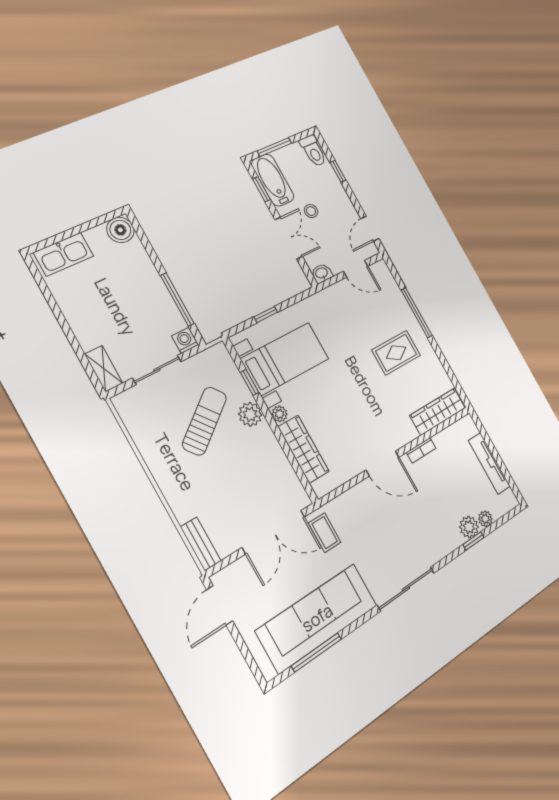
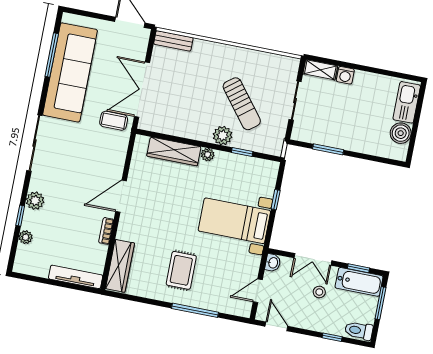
boiler: (120, 230) -> (401, 133), moved
window: (177, 300) -> (328, 149), width x0.69
washing machine: (185, 340) -> (345, 75), moved, turned 90
bed with nightstands: (285, 359) -> (234, 221), moved, turned 90
tv unit: (489, 464) -> (76, 277), moved
plant: (469, 527) -> (35, 201), moved

